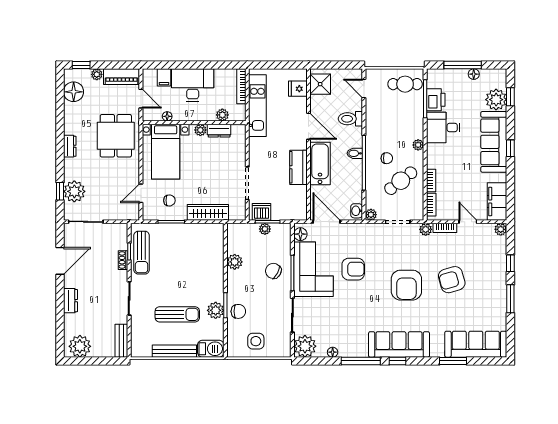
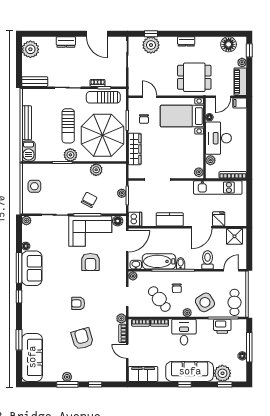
filing cabinet: (164, 77) -> (240, 103), moved
desk: (193, 85) -> (218, 138), moved, turned 180
fridge: (298, 89) -> (219, 219), moved
side table: (405, 122) -> (205, 302), added
desk: (443, 127) -> (184, 332), moved
plant: (200, 130) -> (199, 172), moved
dresser: (219, 131) -> (198, 158), removed
bathtub: (320, 164) -> (159, 261), moved, turned 180
dishwasher: (262, 212) -> (135, 219), moved
door: (468, 222) -> (127, 351), swing flipped
plant: (501, 229) -> (67, 377), moved
parasol: (190, 254) -> (102, 135), added
armchair: (406, 285) -> (78, 303), width x0.53, depth x0.53
plant: (216, 310) -> (70, 155), moved
chair: (238, 311) -> (58, 173), removed
sun lounger: (177, 314) -> (68, 126), moved
sofa: (399, 344) -> (32, 268), moved, width x0.73
plant: (305, 346) -> (26, 220), width x0.53, depth x0.53

